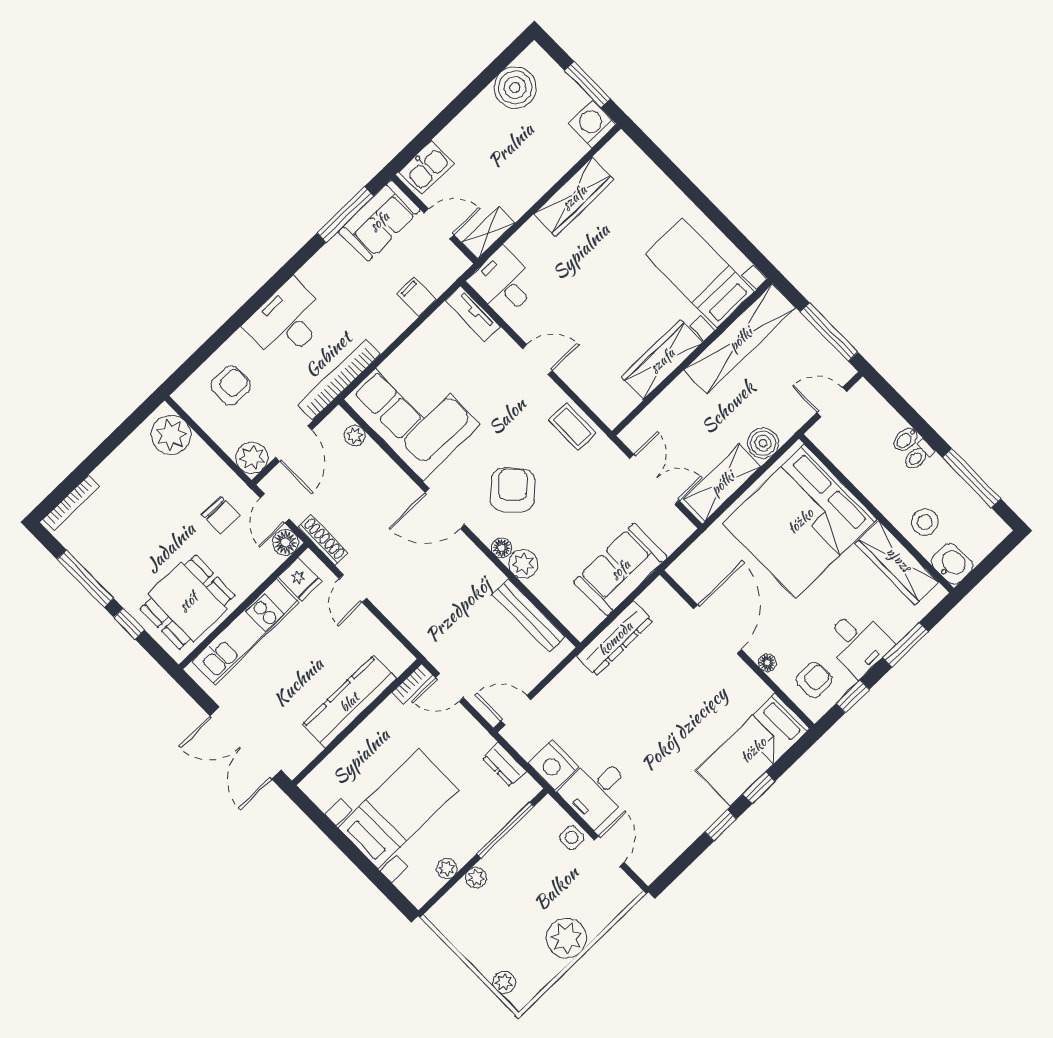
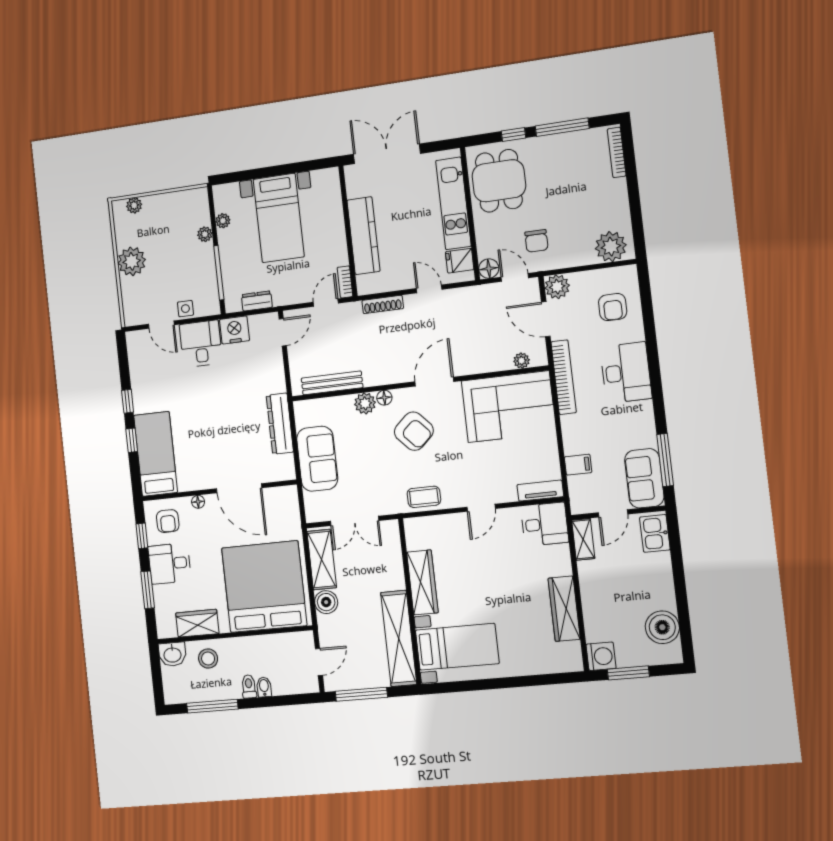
chair: (221, 515) -> (536, 241), turned -90
shoe rack: (323, 540) -> (383, 304), moved
wardrobe: (897, 563) -> (197, 623), width x0.67

